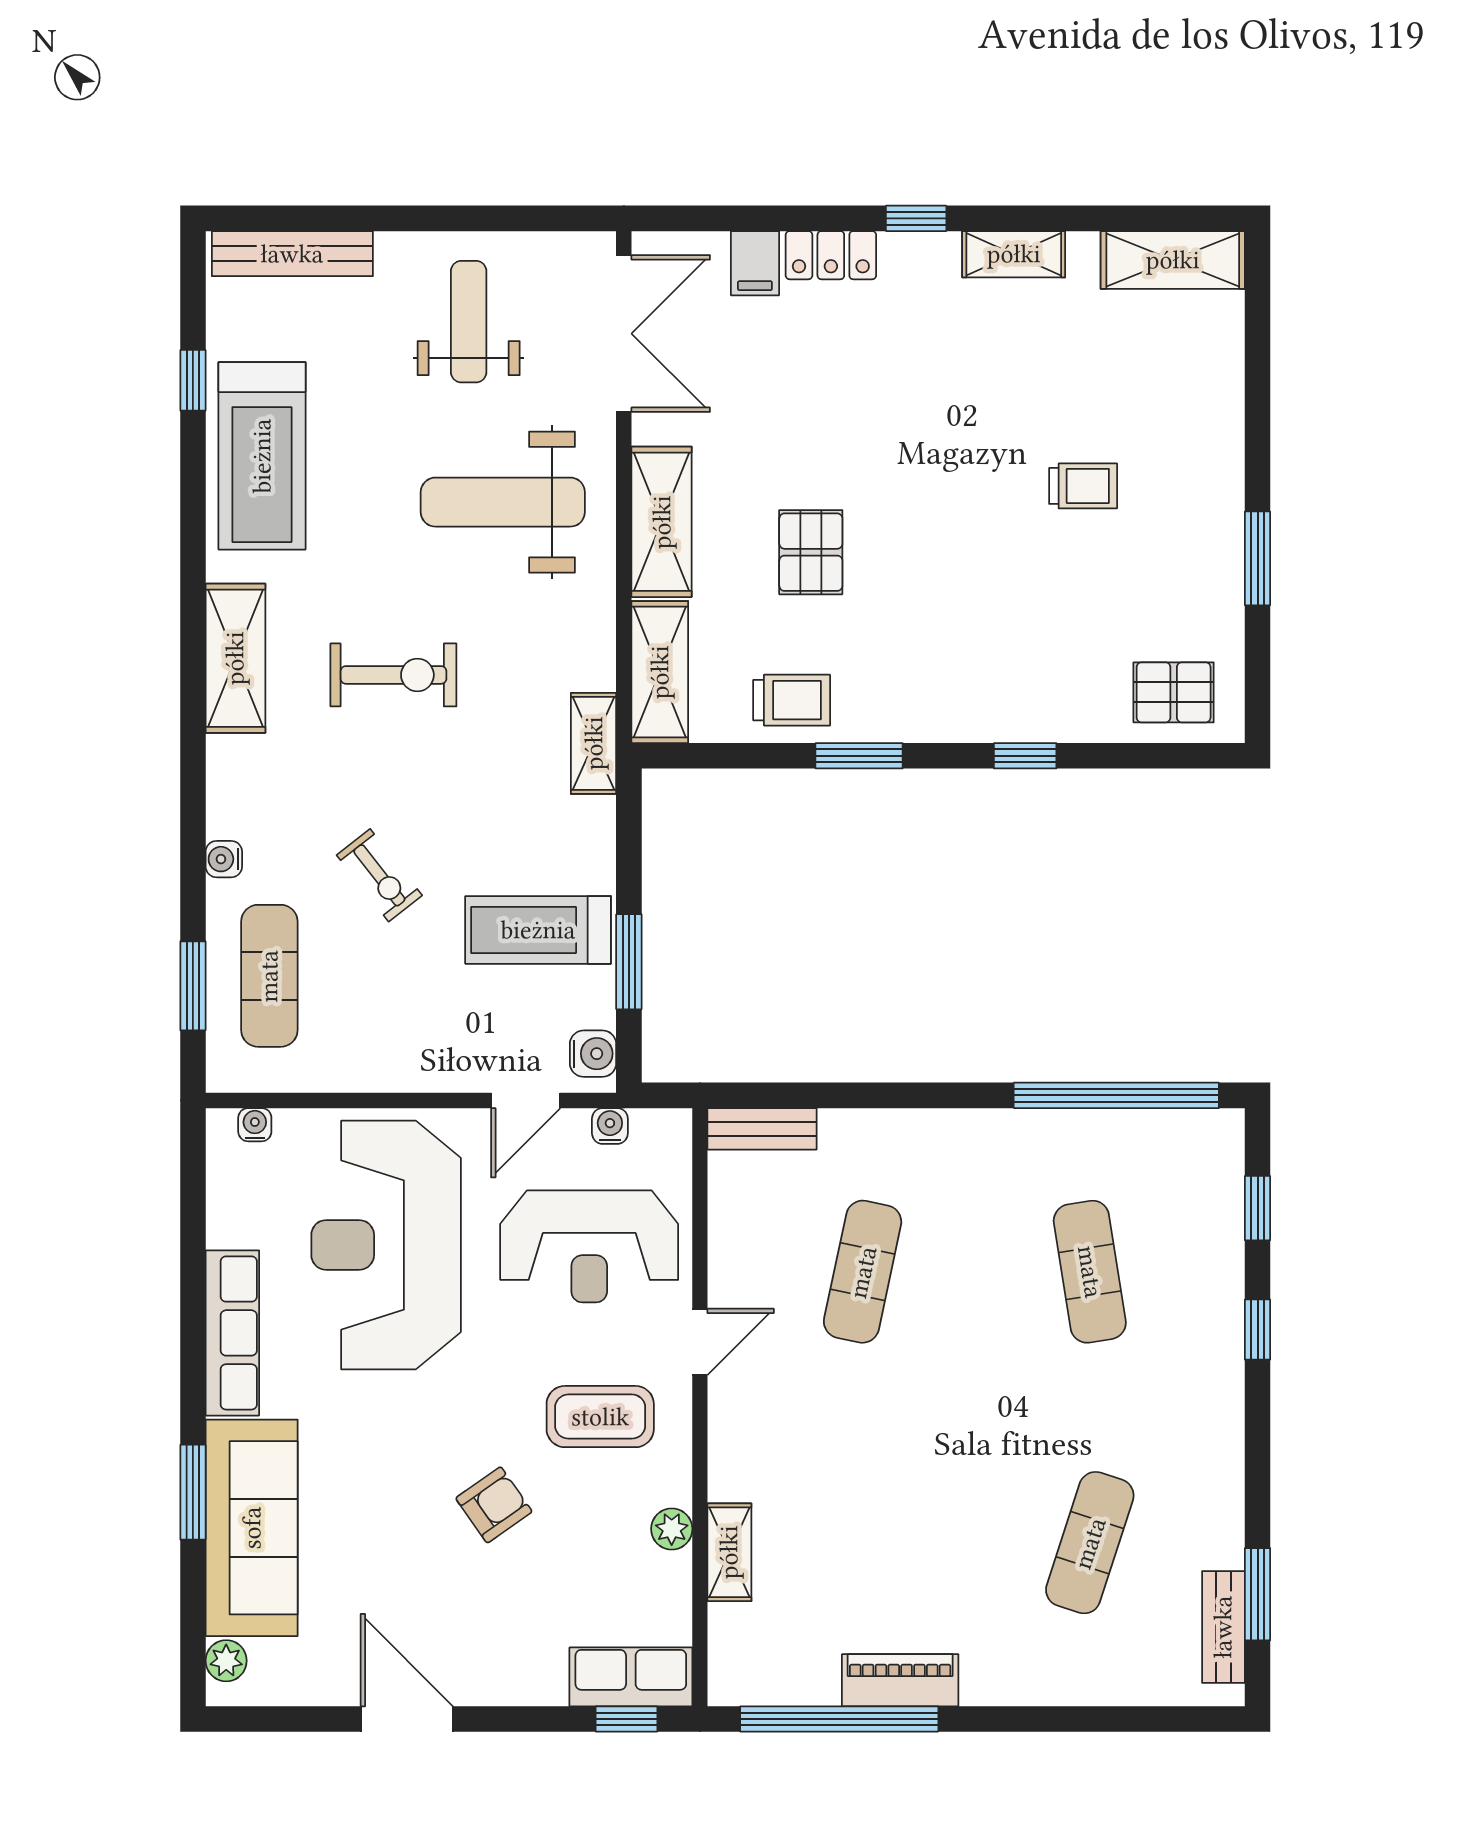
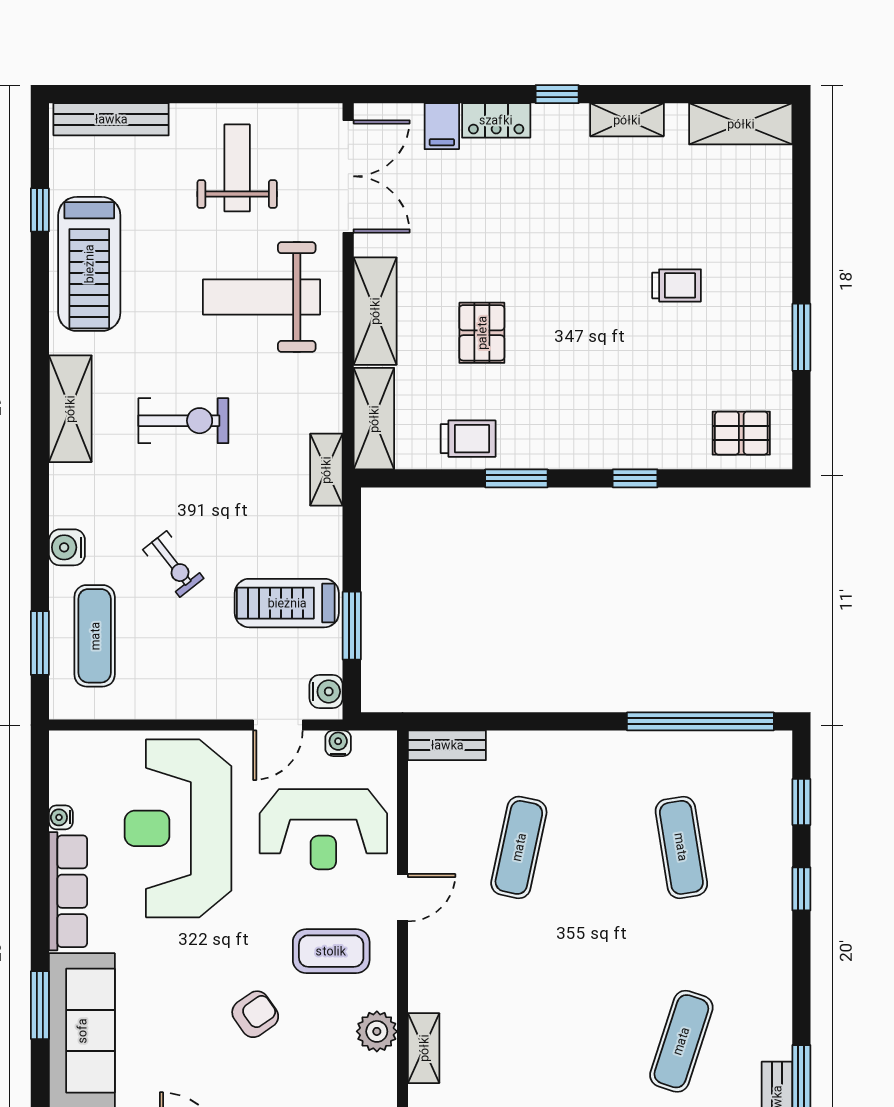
water cooler: (224, 859) -> (67, 547), width x1.38, depth x1.38
water cooler: (255, 1125) -> (61, 817), moved, turned -90
plant: (672, 1529) -> (377, 1031), width x1.38, depth x1.38

